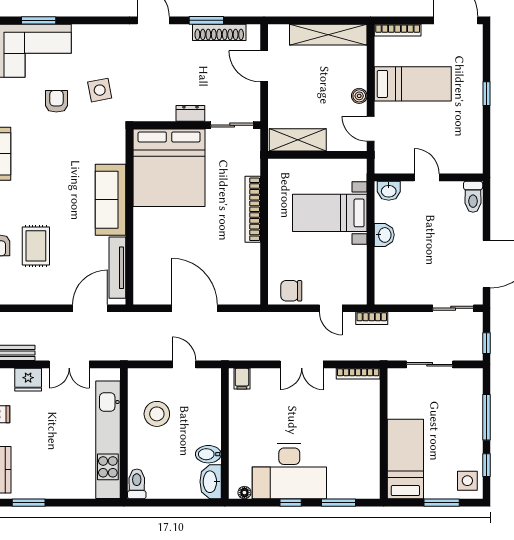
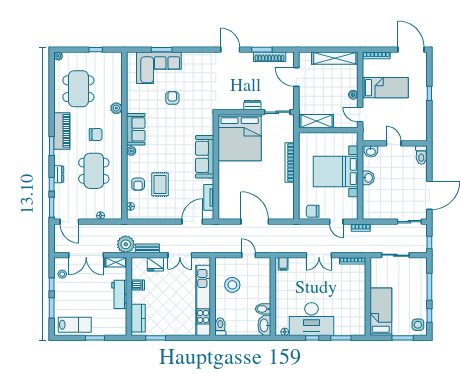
side table: (100, 90) -> (198, 91), removed
bed with nightstands: (330, 213) -> (336, 171), width x1.36
tv unit: (117, 268) -> (209, 197), width x0.71

